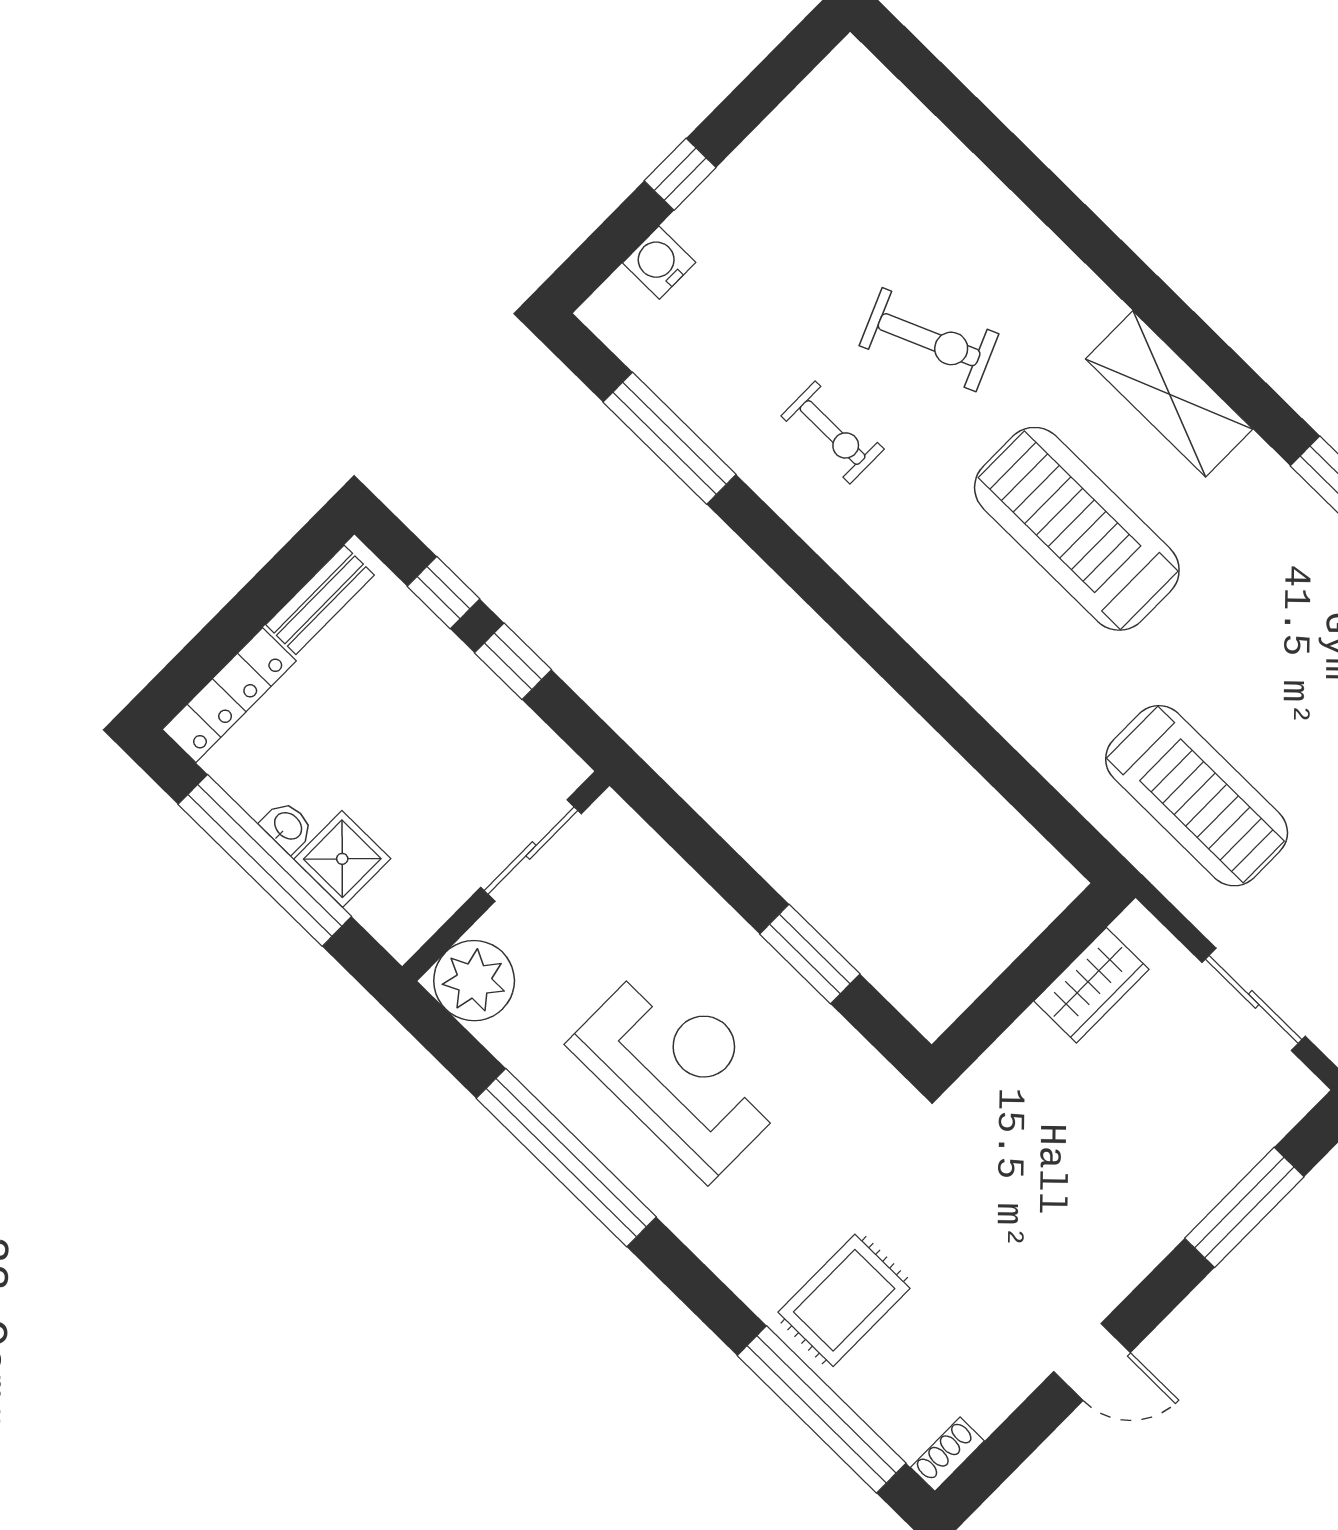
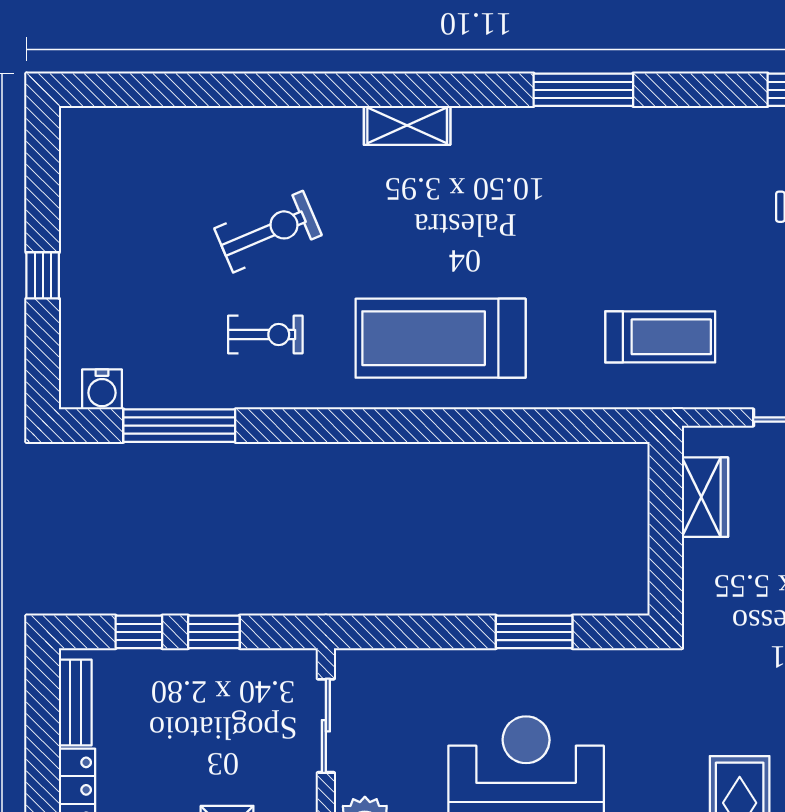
water cooler: (659, 263) -> (102, 389), moved, turned -90
shelving: (1169, 394) -> (407, 125), width x0.67, depth x0.75
treadmill: (1077, 529) -> (441, 338), moved
treadmill: (1197, 796) -> (660, 337), width x0.73, depth x0.73

